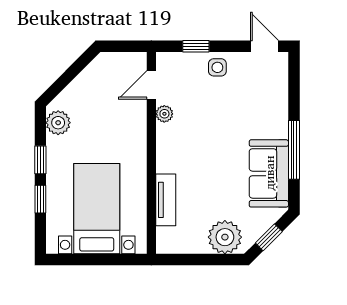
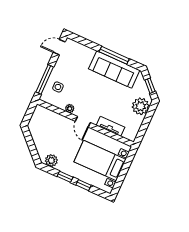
window: (196, 46) -> (45, 79), width x2.17
side table: (217, 67) -> (58, 87), moved
door: (151, 85) -> (83, 122), moved
sofa: (269, 173) -> (114, 70), width x1.36

